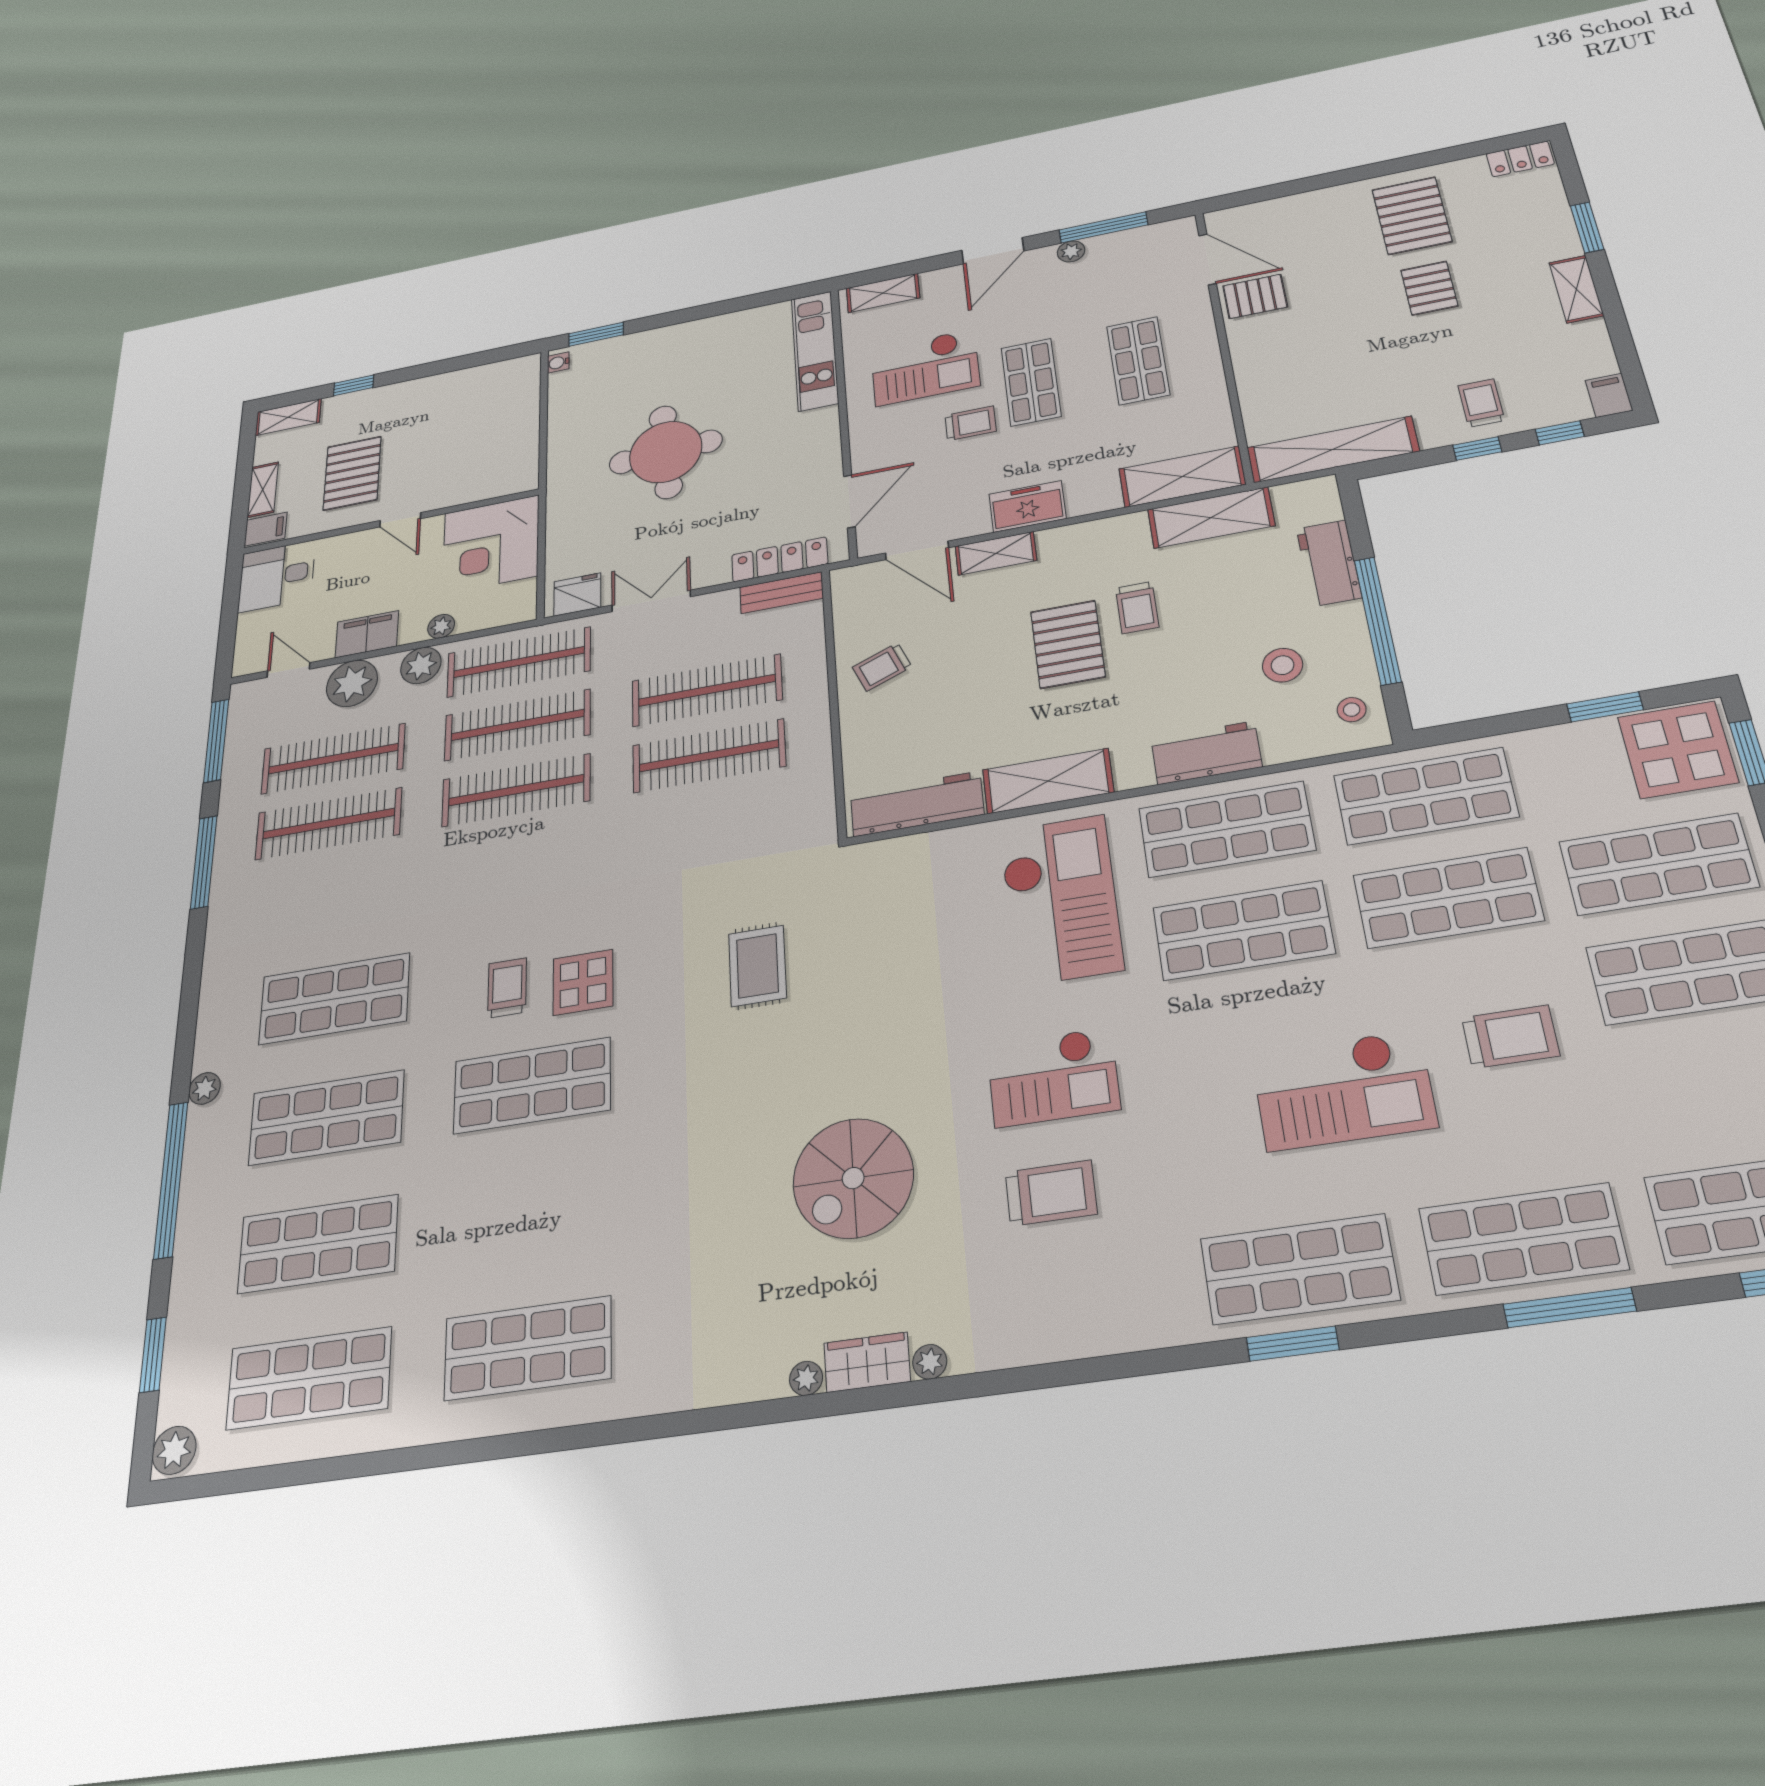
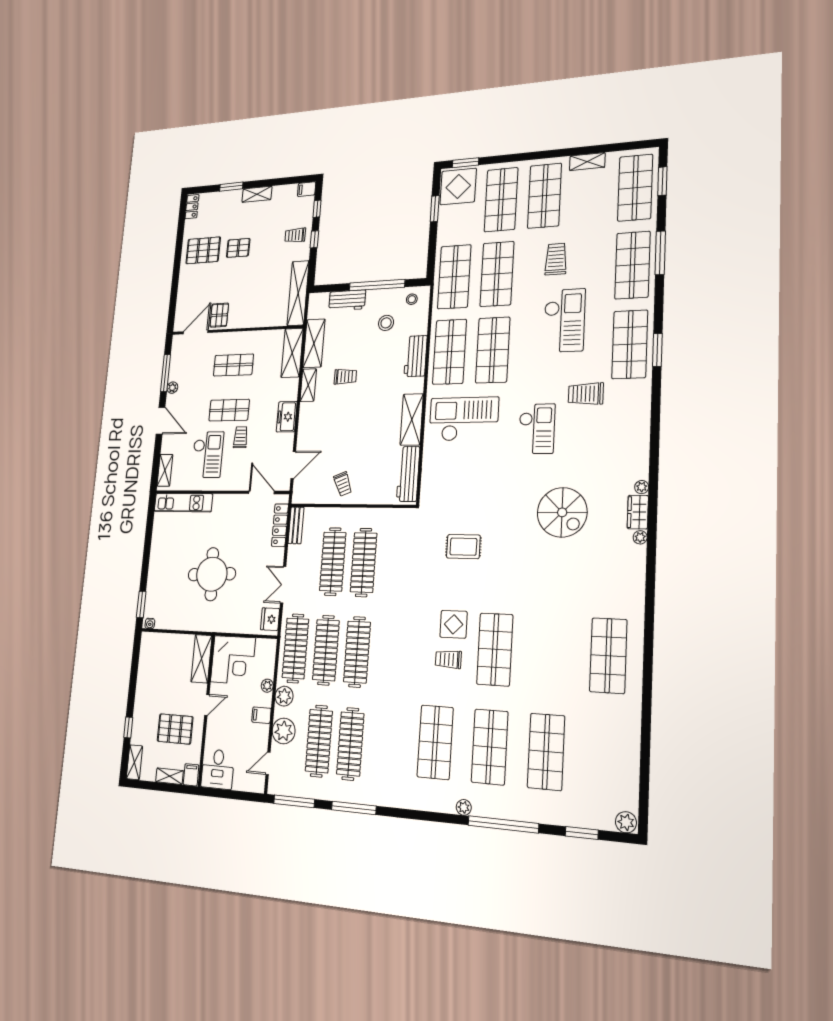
shelving: (491, 482) -> (201, 659), added
shelving: (996, 553) -> (308, 385), moved
filing cabinet: (367, 634) -> (261, 715), width x0.50
pallet: (1068, 644) -> (354, 406), removed
trolley: (1051, 1193) -> (586, 394), moved, turned -90
shop shelf: (309, 1378) -> (605, 757), removed

